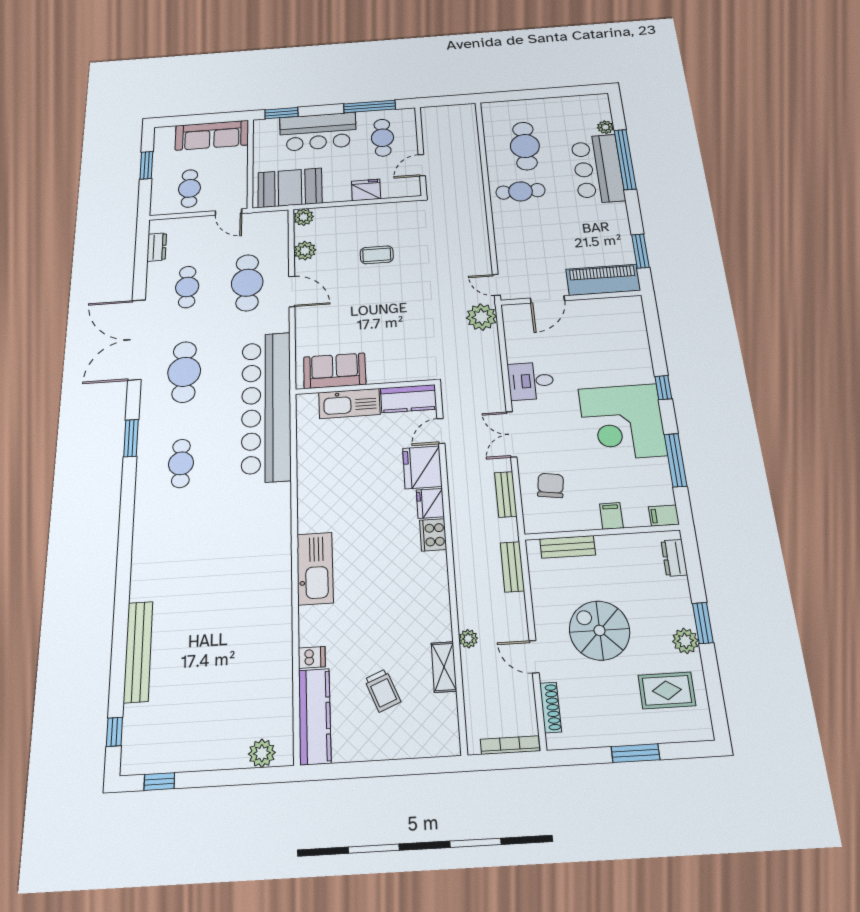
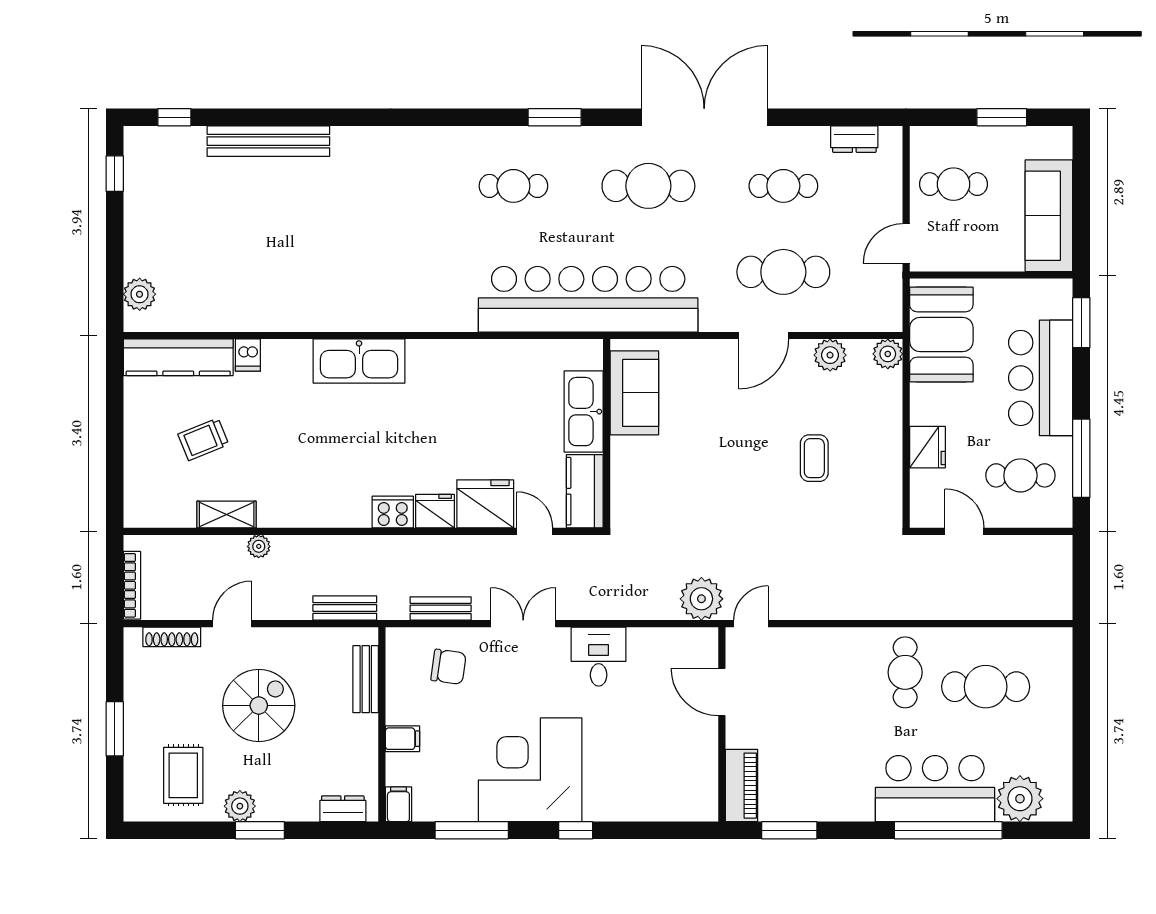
plant: (605, 127) -> (1020, 799), width x1.87, depth x1.87
piano: (603, 280) -> (741, 786), width x0.73, depth x0.75

